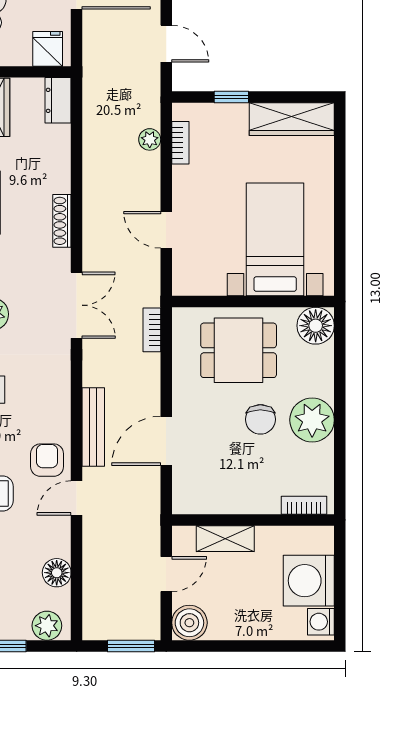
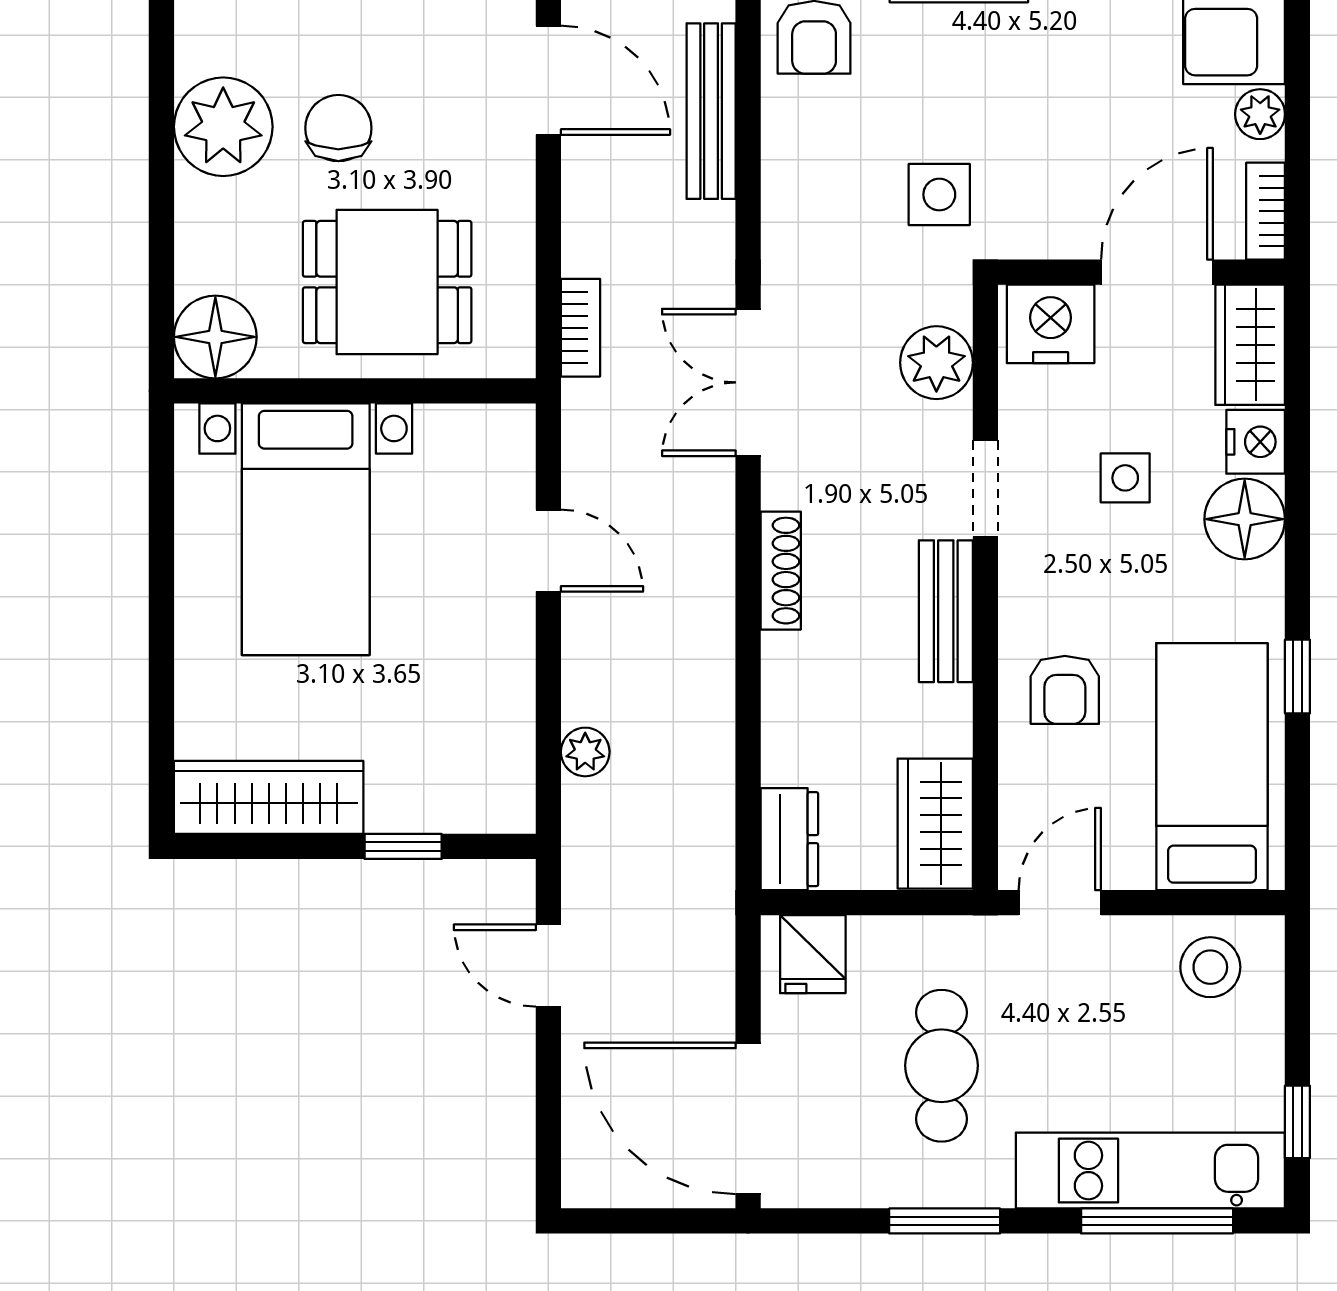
bookcase: (180, 143) -> (517, 745), removed
door: (166, 441) -> (548, 80), hinge flipped

